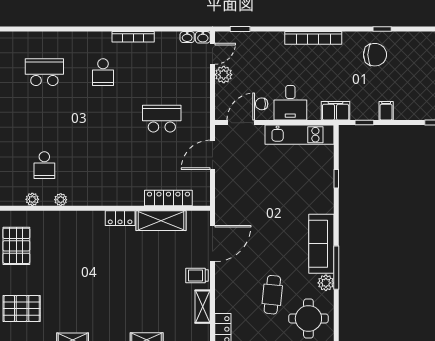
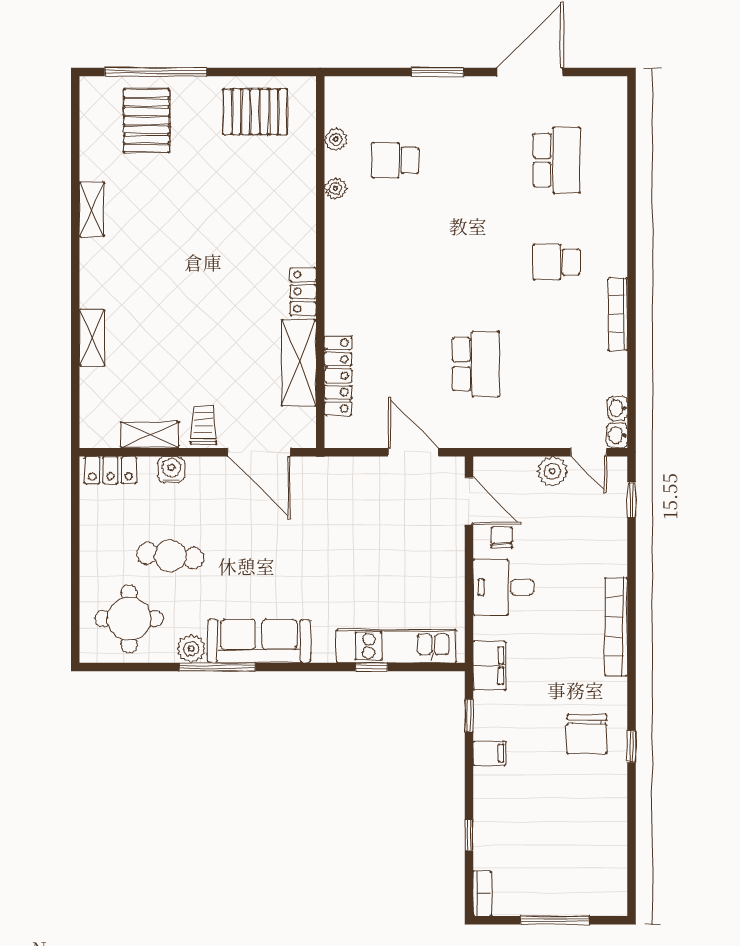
kitchen unit: (300, 135) -> (396, 646), moved, turned 90
water cooler: (223, 294) -> (171, 470), added

